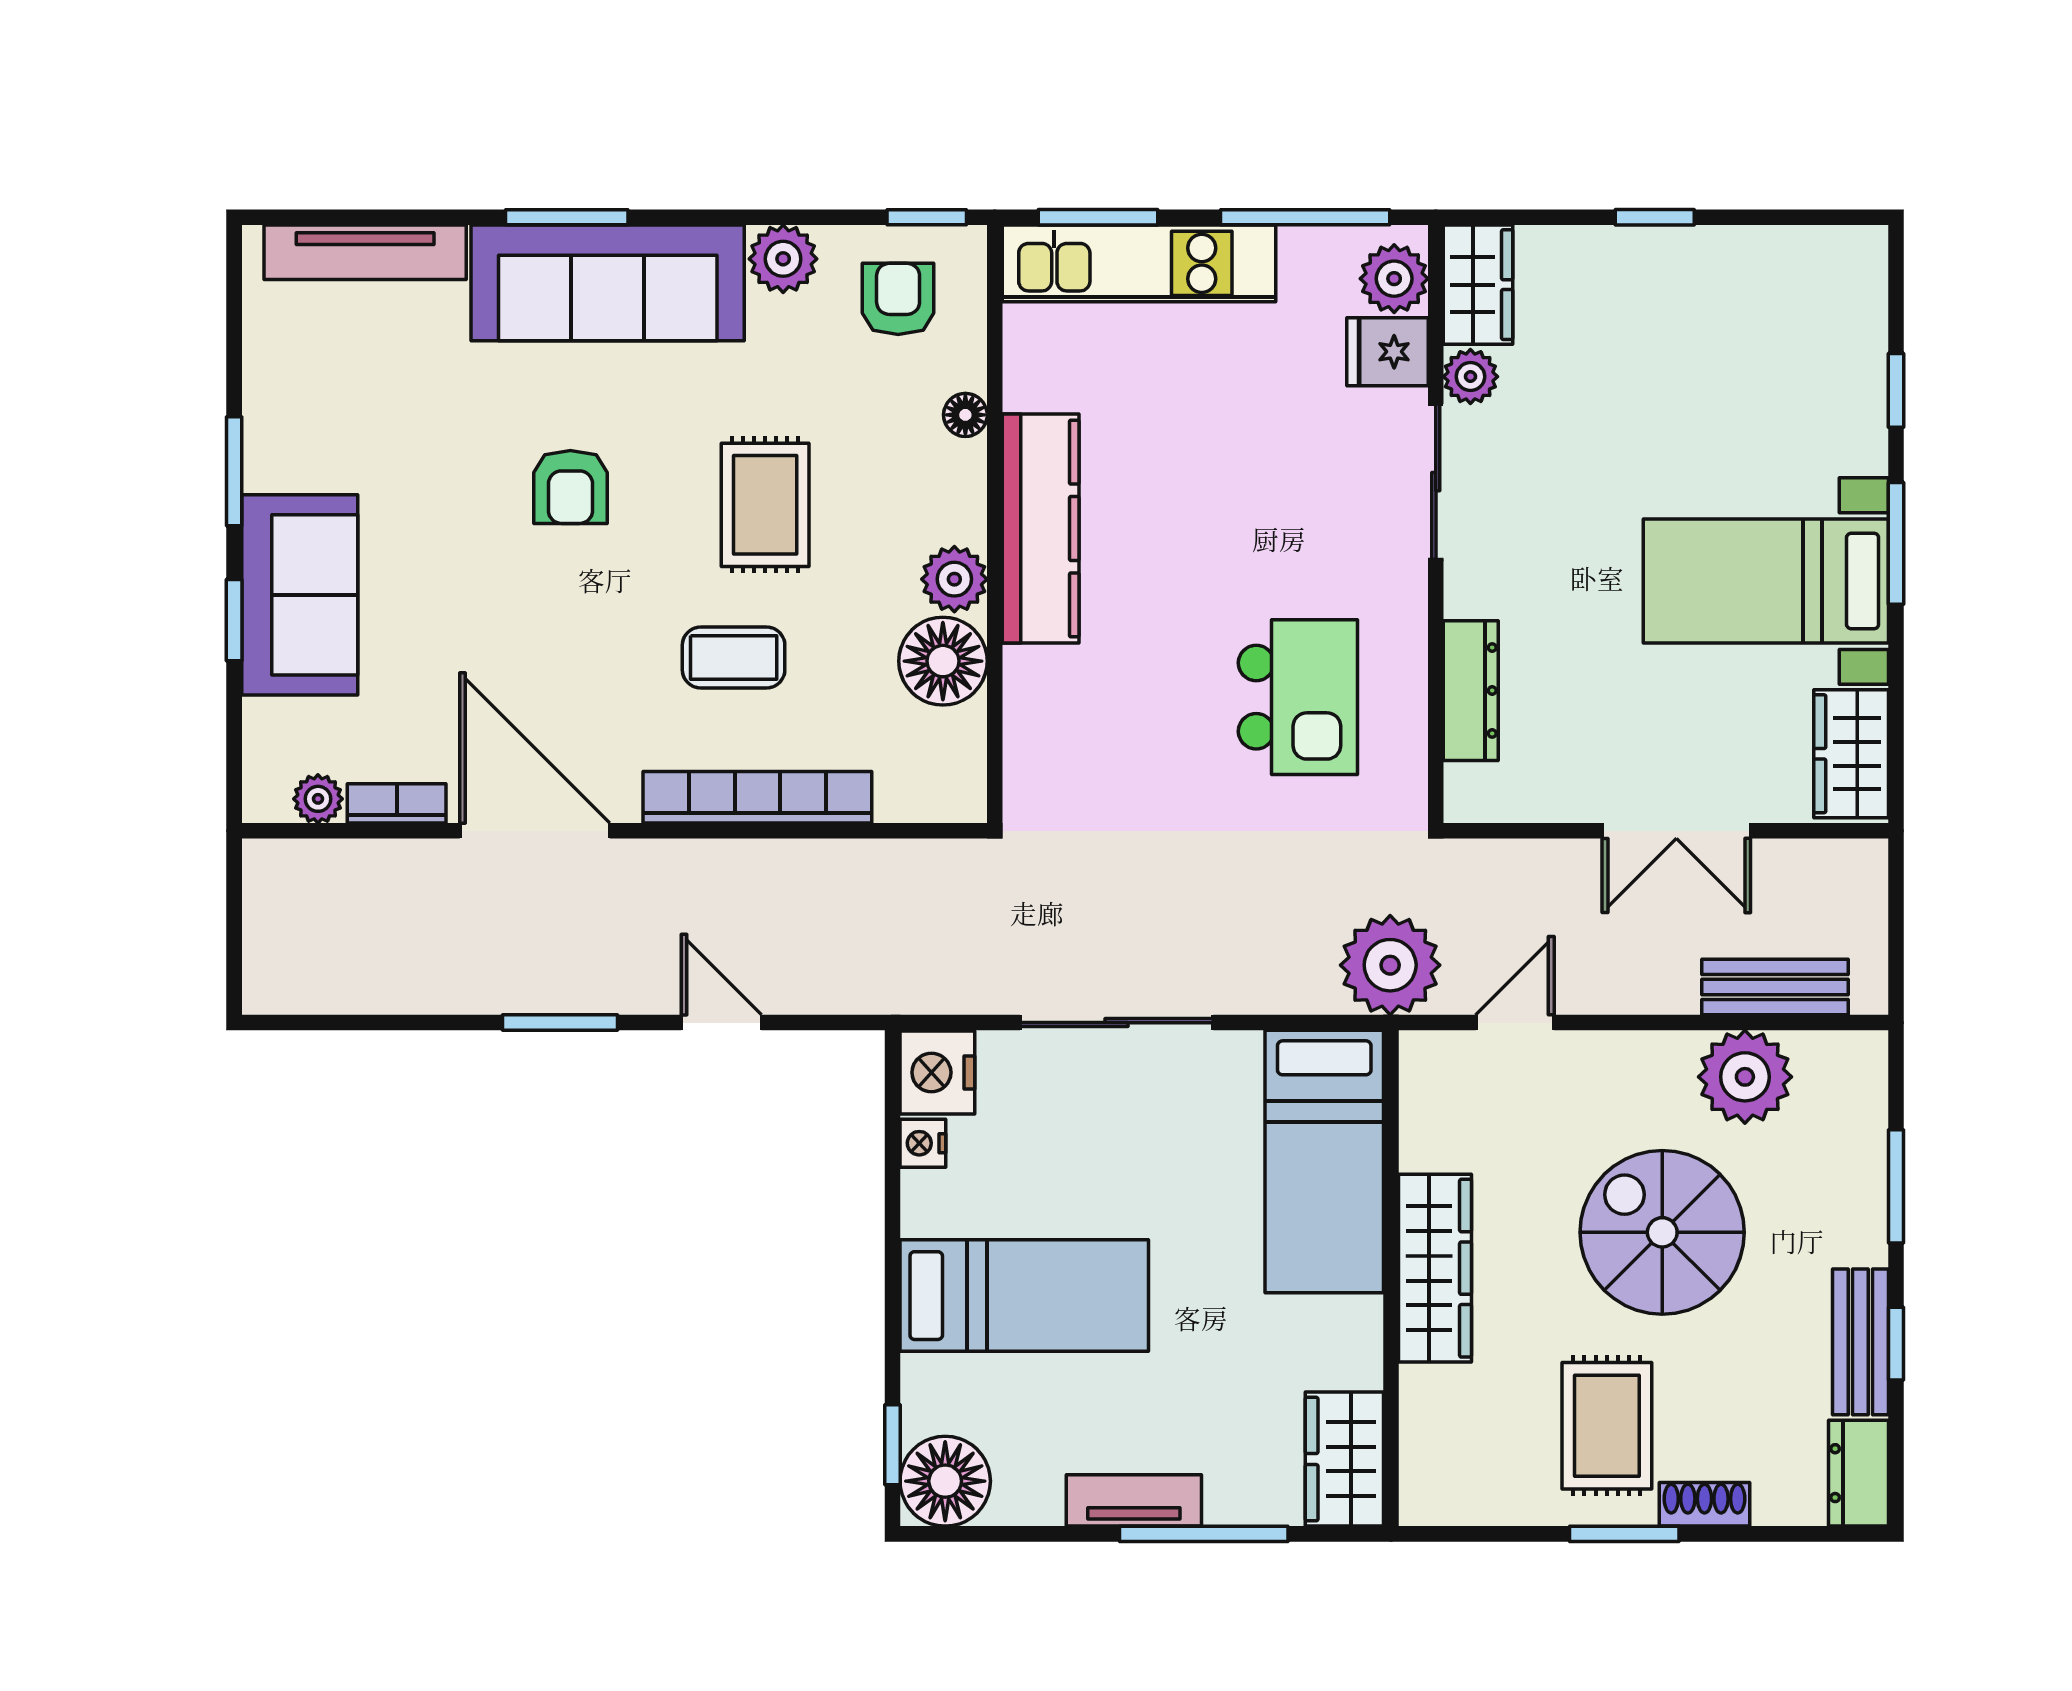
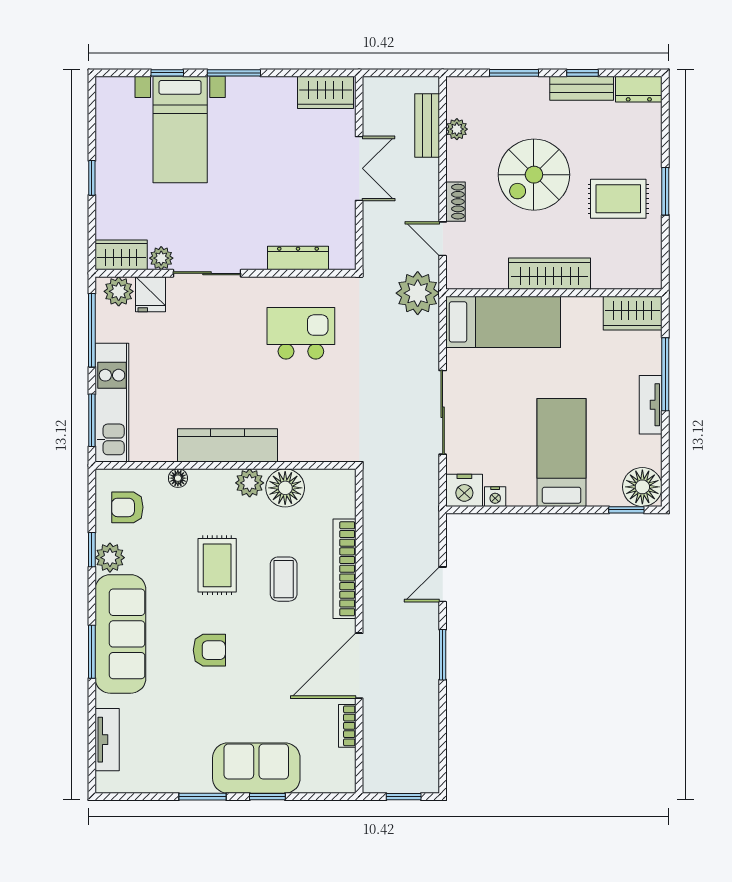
window: (927, 217) -> (92, 550), moved
tv unit: (365, 252) -> (107, 740), width x0.71
rug: (765, 505) -> (217, 565), turned 90
bed with nightstands: (1766, 581) -> (180, 129), moved
plant: (318, 799) -> (345, 760), removed
window: (234, 933) -> (404, 797), added
plant: (1745, 1077) -> (457, 129), width x0.53, depth x0.53
shoe rack: (1704, 1504) -> (455, 202), moved, turned 180

